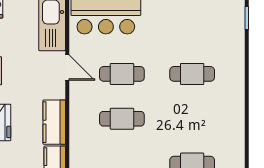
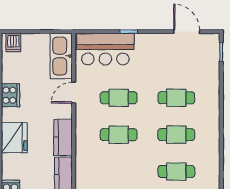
door: (67, 68) -> (74, 93), swing flipped
cafe table: (192, 119) -> (176, 135), added

